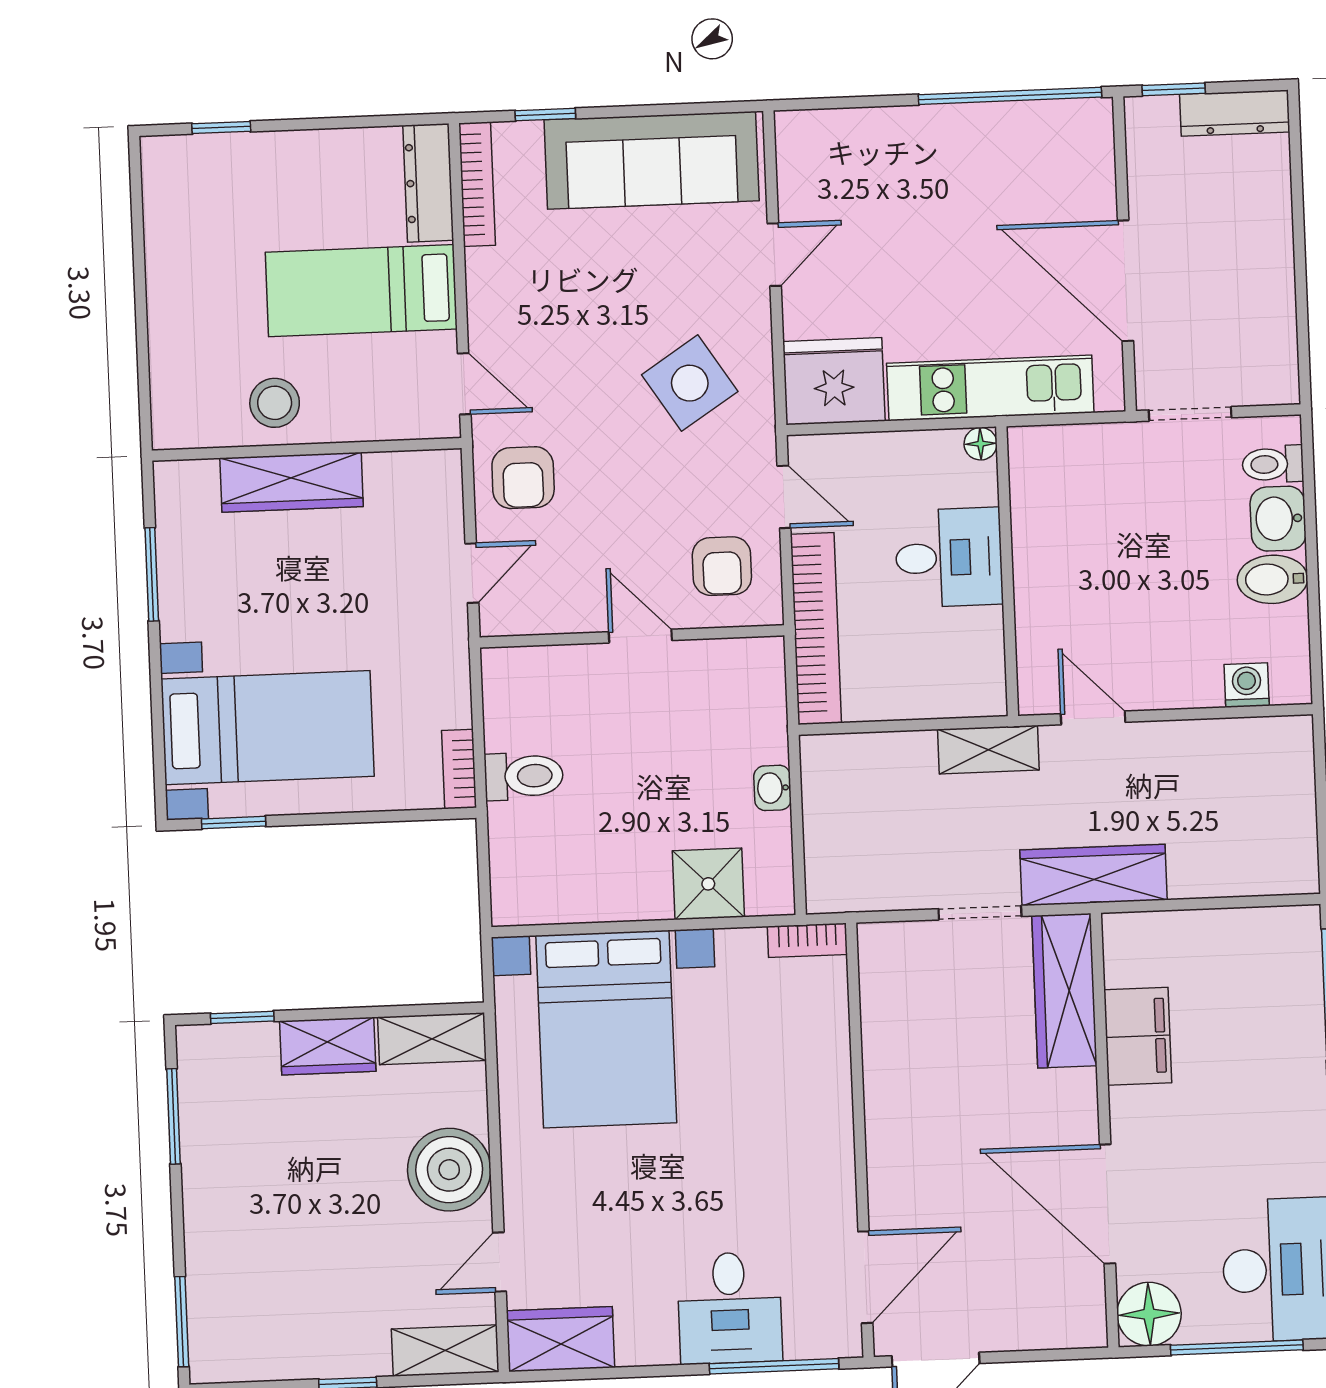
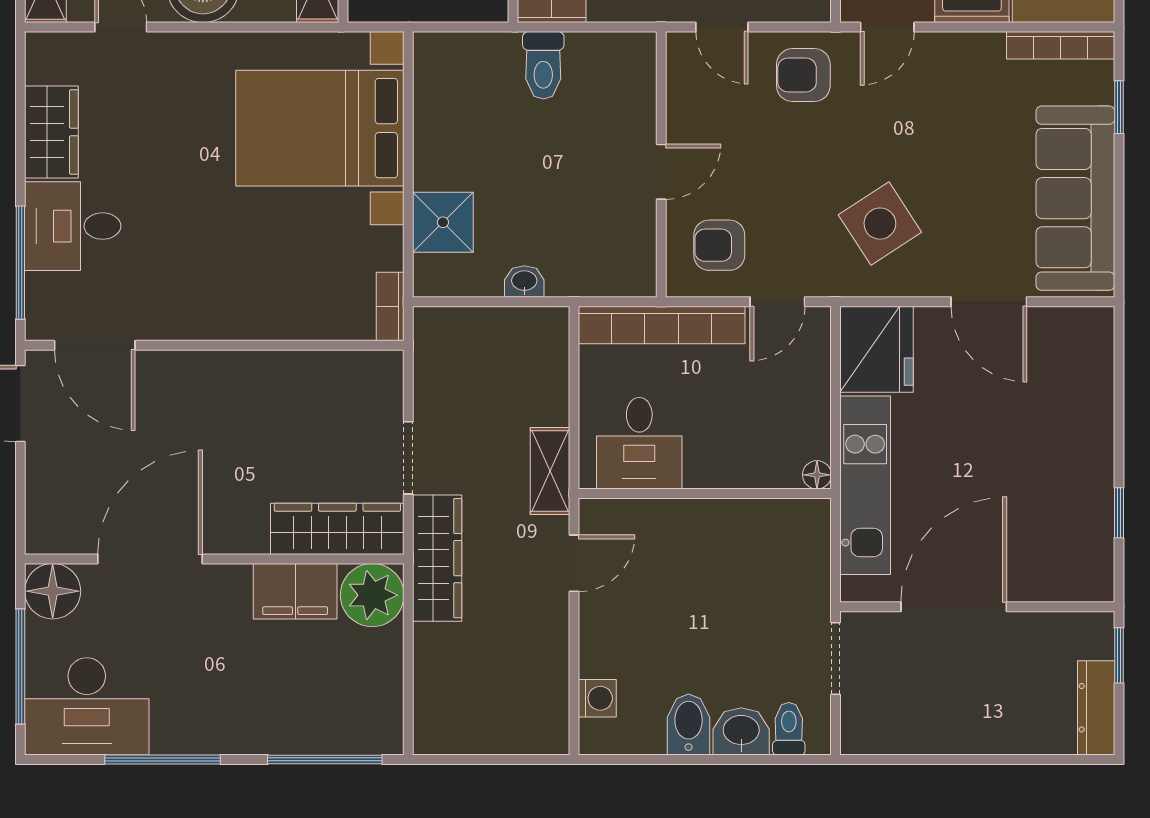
window: (1010, 96) -> (1119, 513), width x0.32
door: (774, 255) -> (989, 302), width x1.38
desk: (949, 558) -> (639, 443), moved
plant: (1139, 948) -> (372, 595), added
wardrobe: (561, 1339) -> (51, 132), moved

